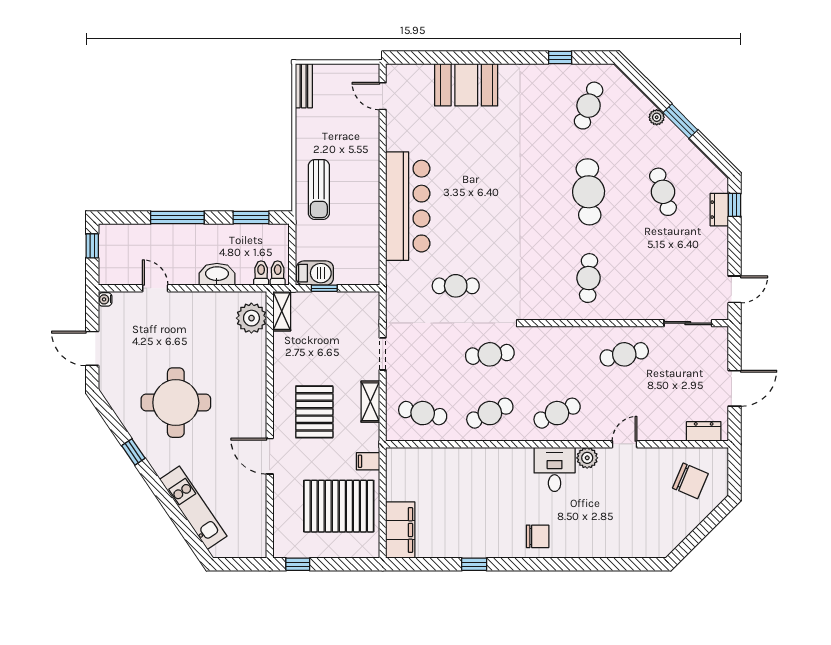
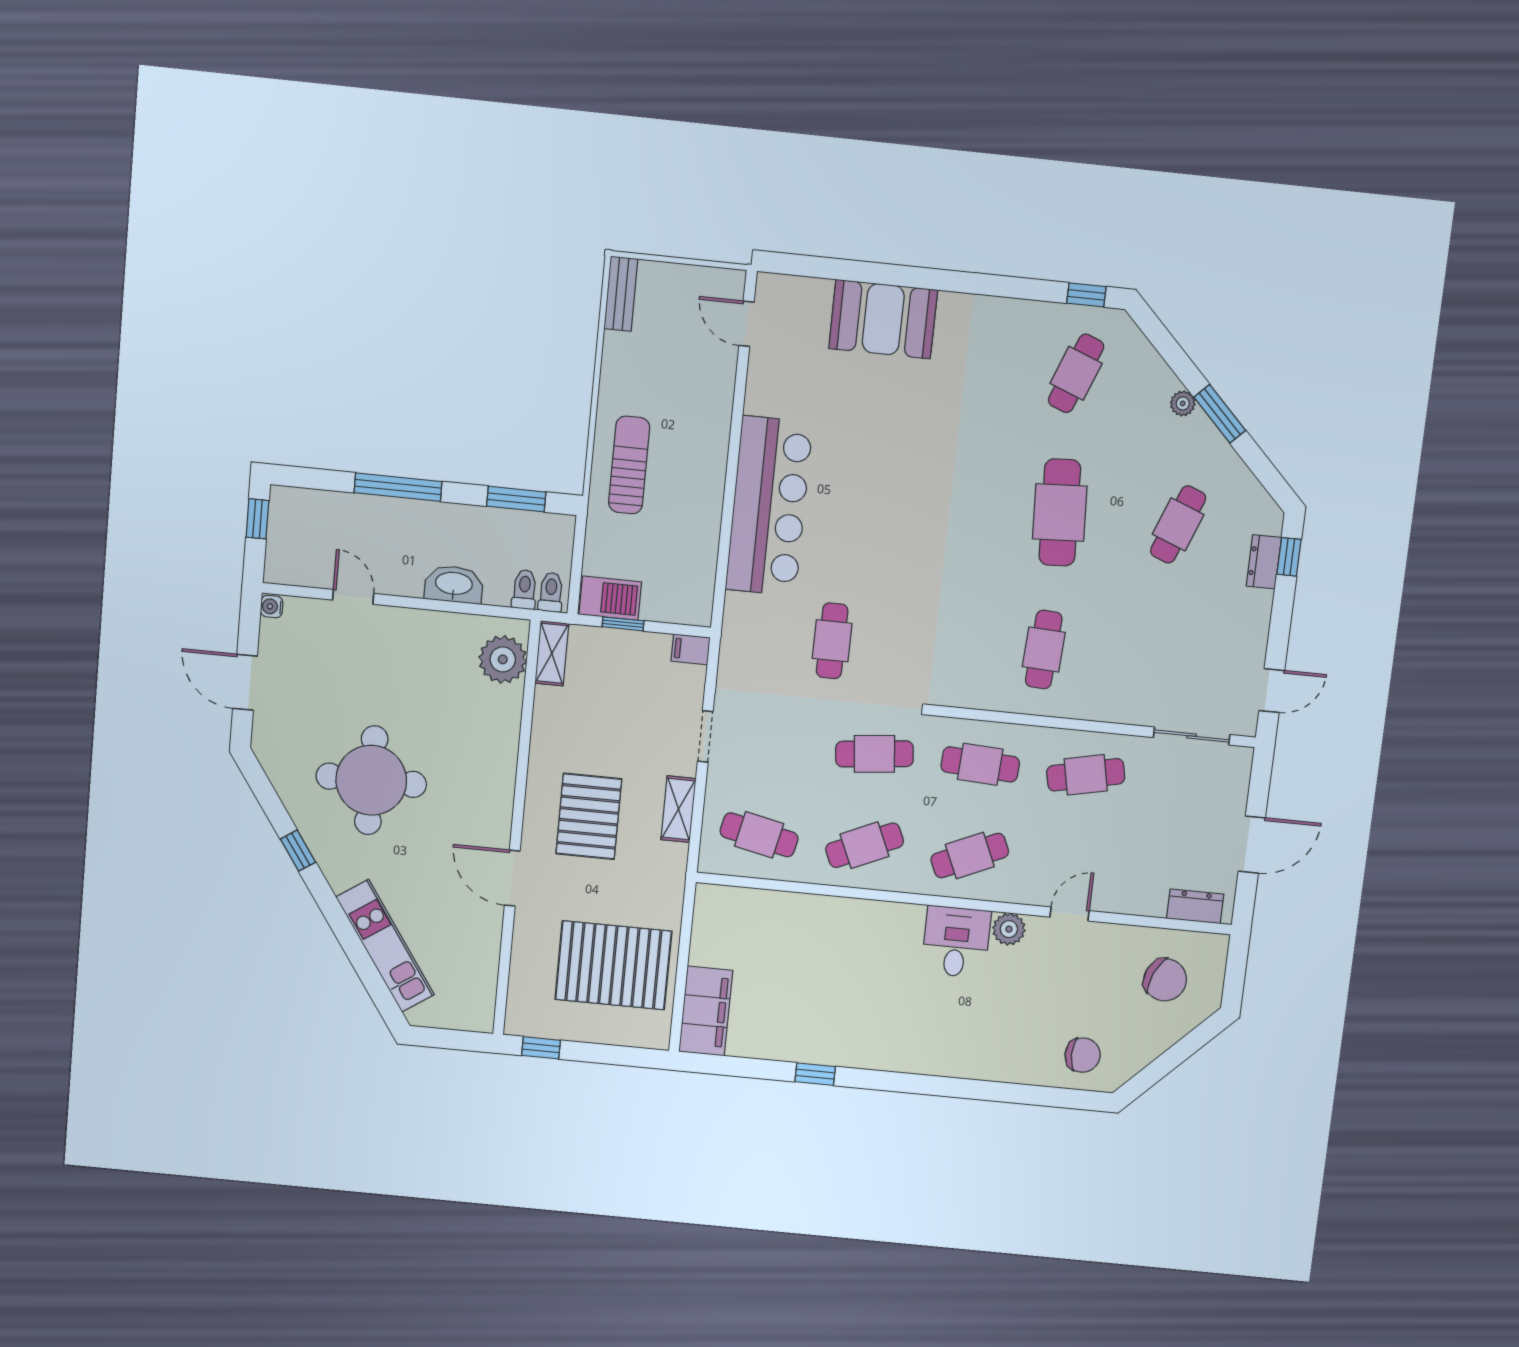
window: (560, 57) -> (1086, 295), moved
sun lounger: (319, 189) -> (629, 465), turned 180
cafe table: (663, 192) -> (1178, 524), turned 39
cafe table: (456, 286) -> (832, 641), turned 90
cafe table: (557, 354) -> (980, 764), added
filing cabinet: (368, 461) -> (691, 649), moved
chair: (538, 536) -> (1083, 1055), moved

